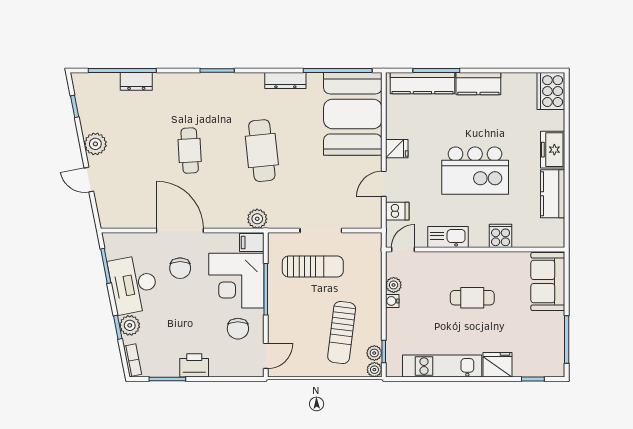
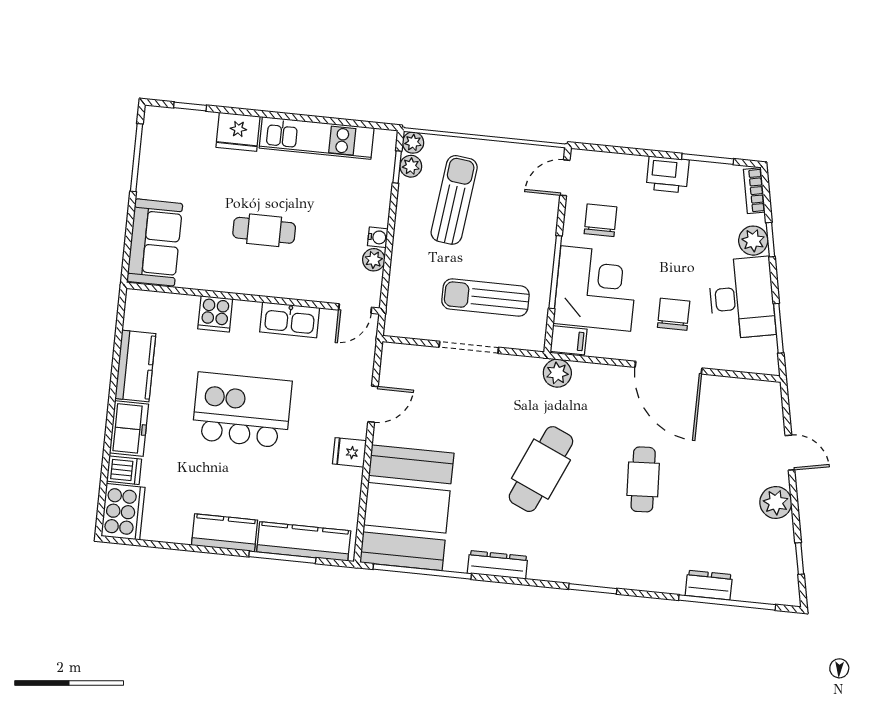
cafe table: (262, 151) -> (541, 469), turned 30
dishwasher: (397, 211) -> (124, 470), moved, turned 180

